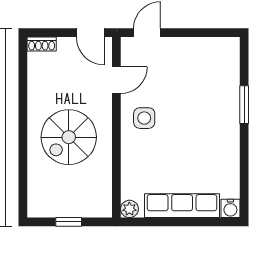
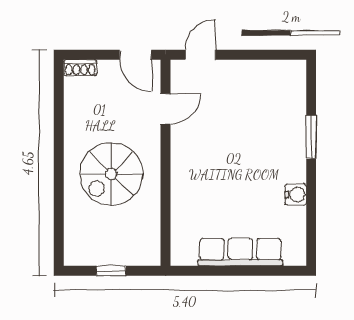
side table: (144, 118) -> (197, 152), removed
water cooler: (230, 208) -> (296, 195), moved, turned -90
plant: (129, 209) -> (180, 256), removed

